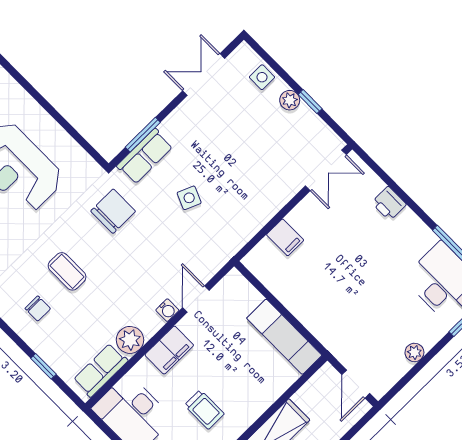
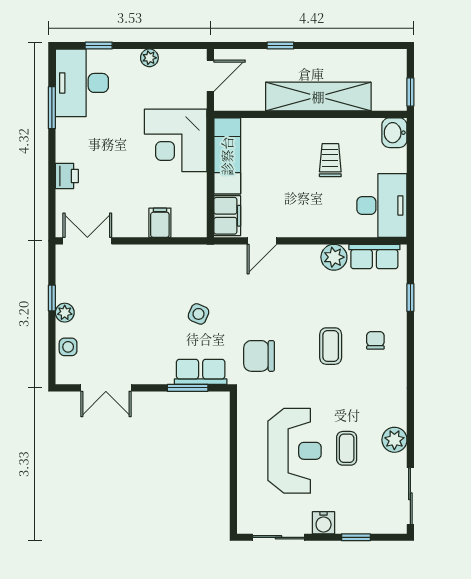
water cooler: (167, 310) -> (289, 252), removed
corner desk: (334, 310) -> (176, 140), added
filing cabinet: (169, 350) -> (227, 216), moved, turned 90

